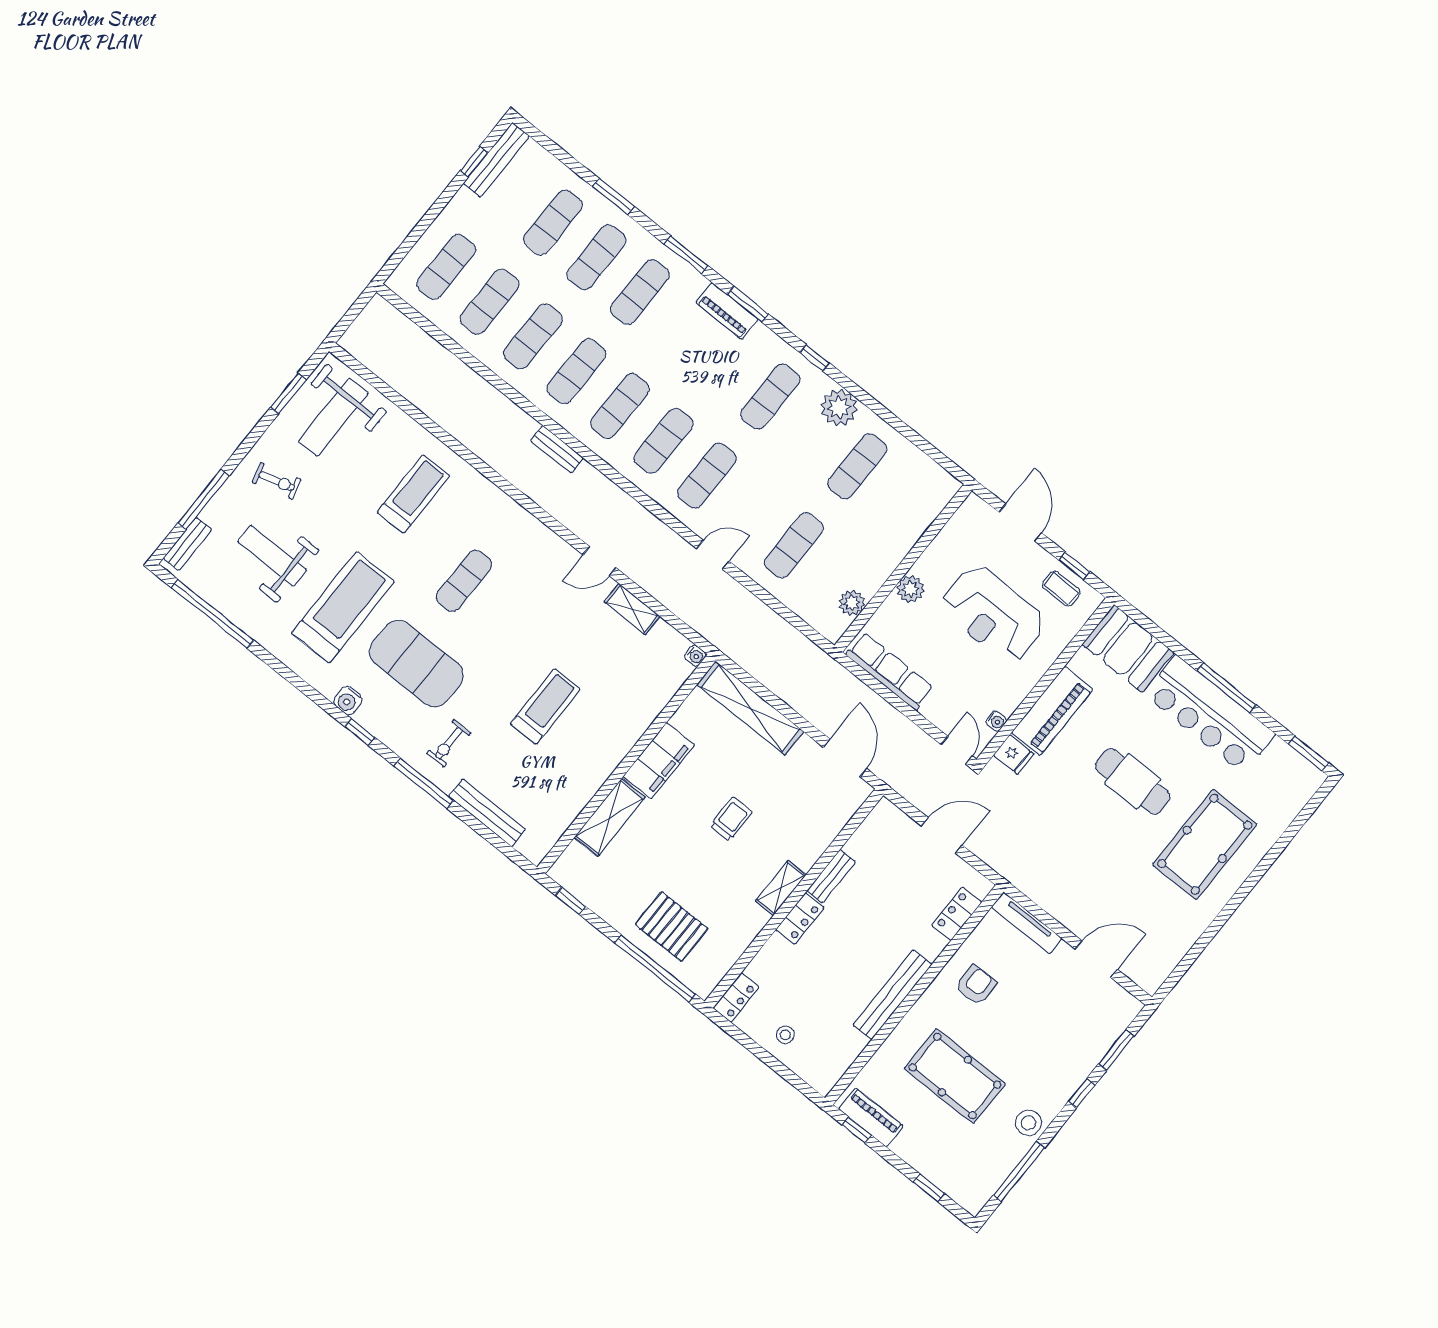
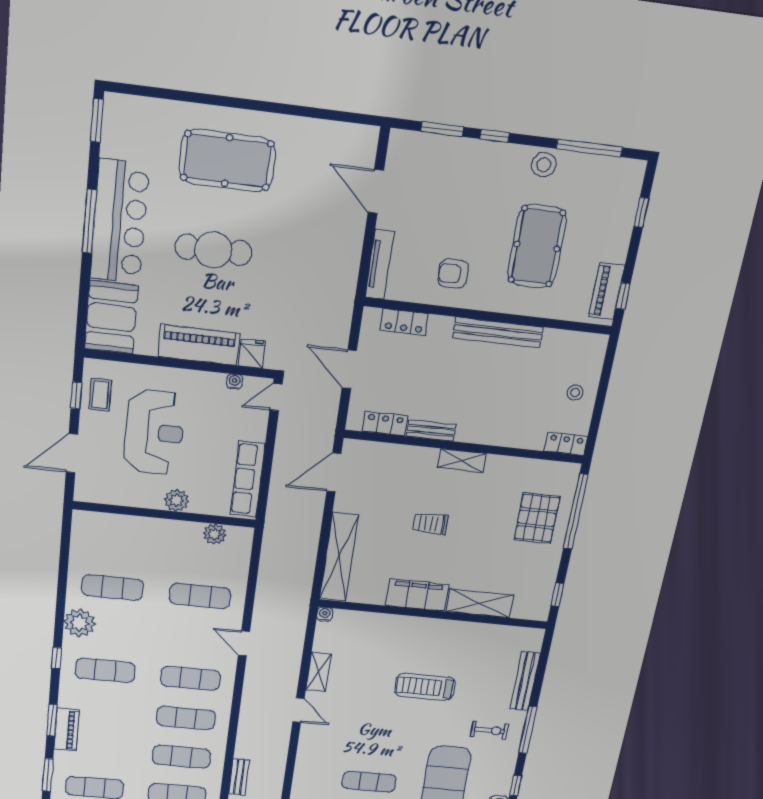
cafe table: (1133, 781) -> (213, 250), turned 90
locker: (800, 918) -> (385, 424), moved

